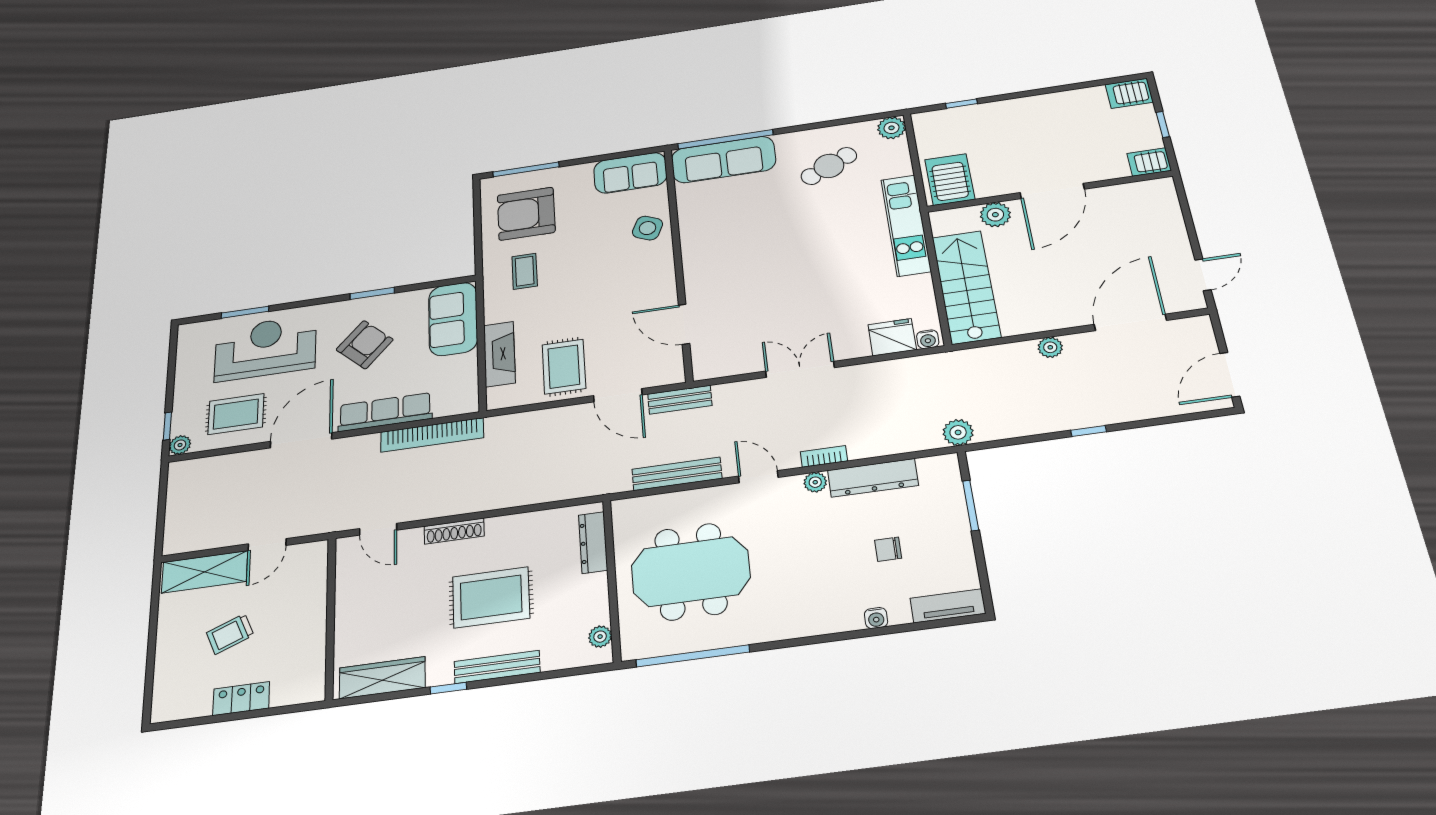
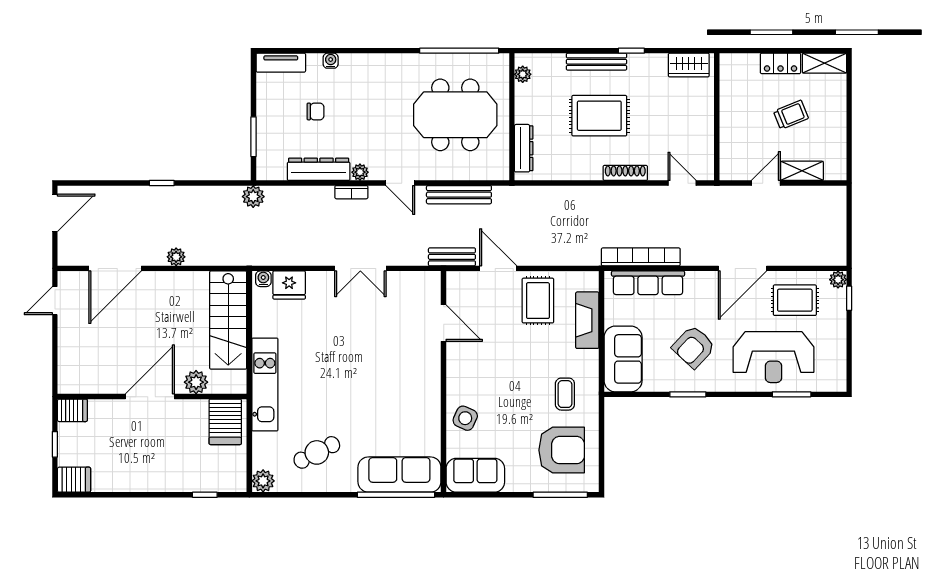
row of seats: (385, 412) -> (648, 283), moved
shelving: (205, 572) -> (802, 171), width x0.67, depth x0.75
wardrobe: (382, 678) -> (689, 65), width x0.67
shelving: (181, 707) -> (825, 63), added

